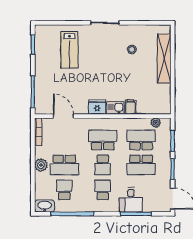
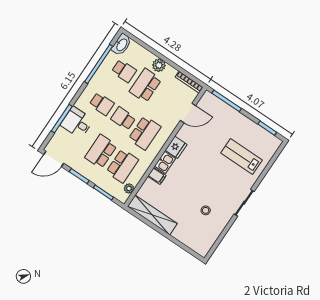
shelving: (164, 58) -> (152, 215), moved

